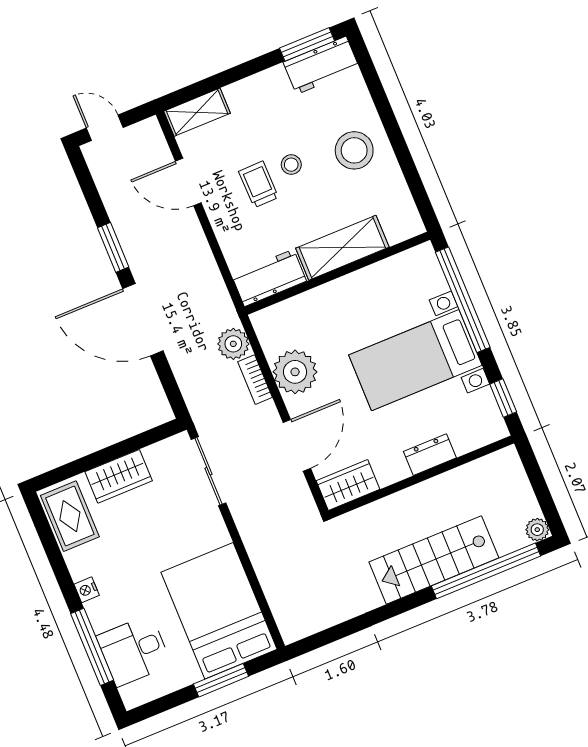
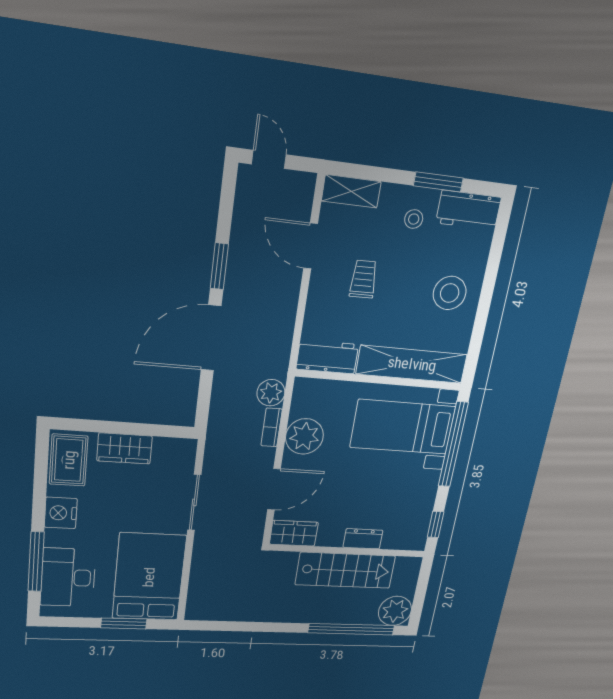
window: (307, 44) -> (438, 182), moved
stool: (291, 165) -> (414, 219), moved
shelving: (342, 248) -> (412, 364), width x1.47
door: (143, 320) -> (211, 338), hinge flipped
bed with nightstands: (415, 360) -> (403, 427), moved
sliding door: (208, 471) -> (194, 502), moved
plant: (537, 530) -> (395, 611), width x1.88, depth x1.88
stairs: (434, 560) -> (345, 570), moved, turned 180
nightstand: (87, 590) -> (61, 513), width x1.89, depth x1.79
desk: (134, 651) -> (68, 578), width x1.37

